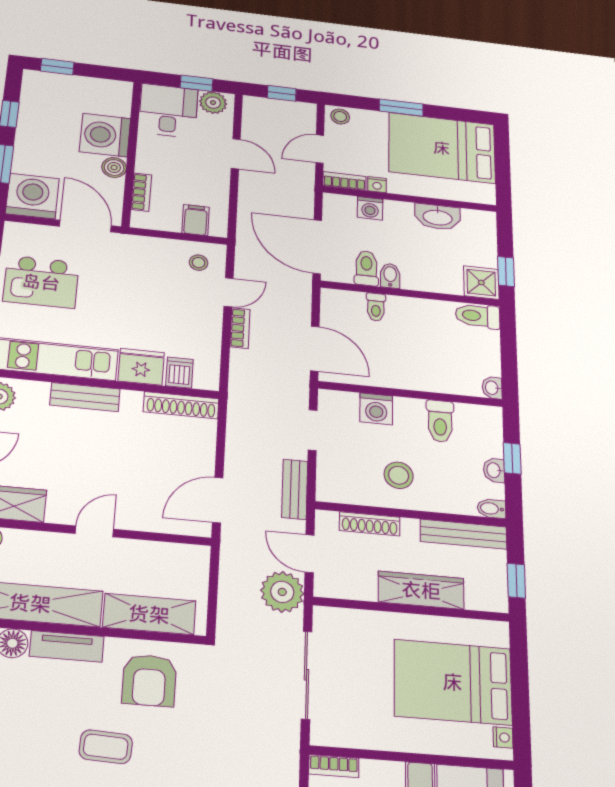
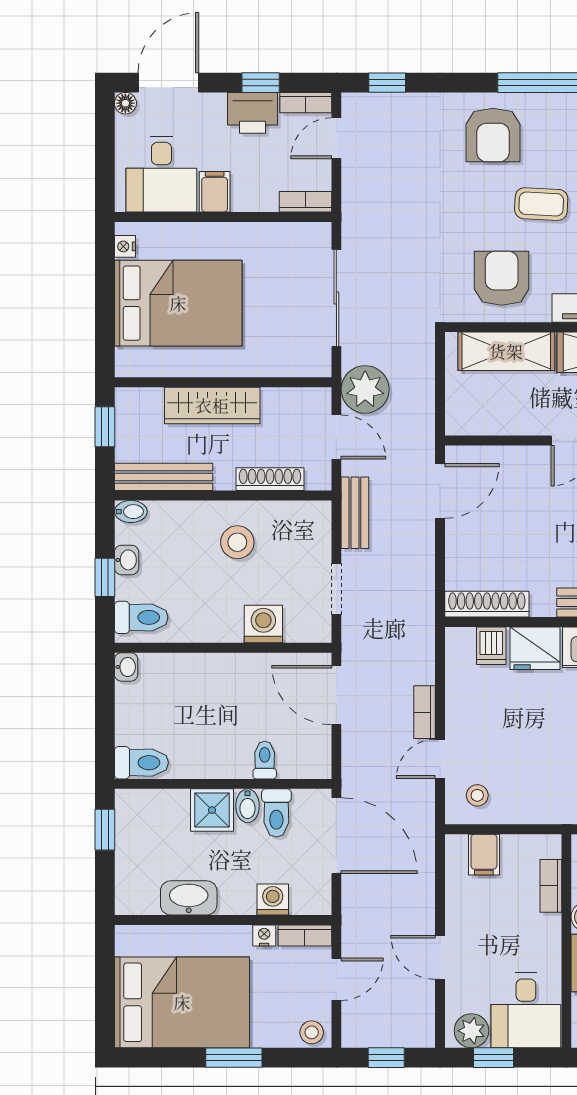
shower: (481, 283) -> (212, 810), moved
toilet: (440, 421) -> (141, 617), moved, turned 90

